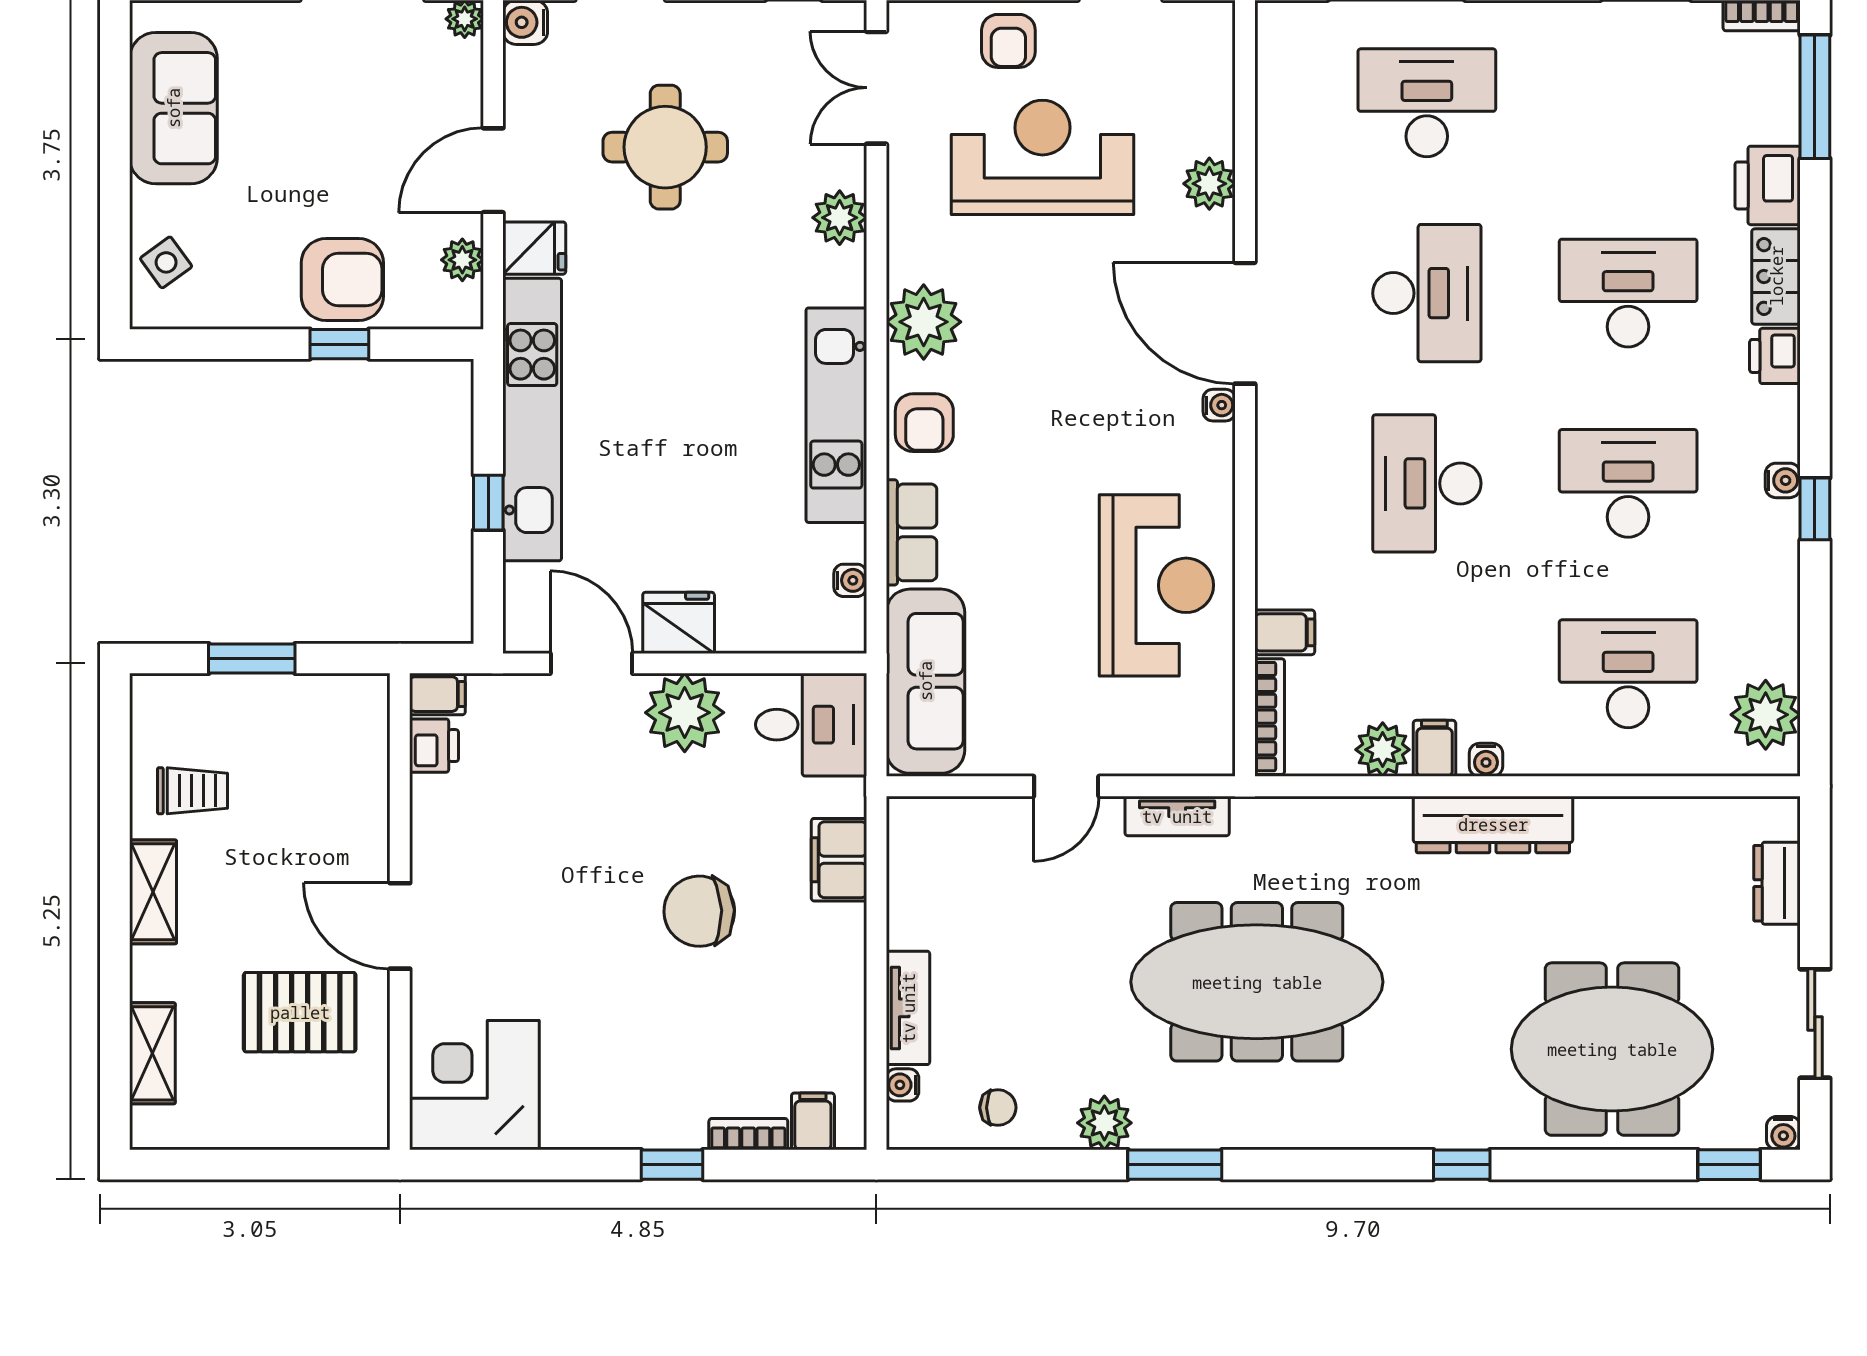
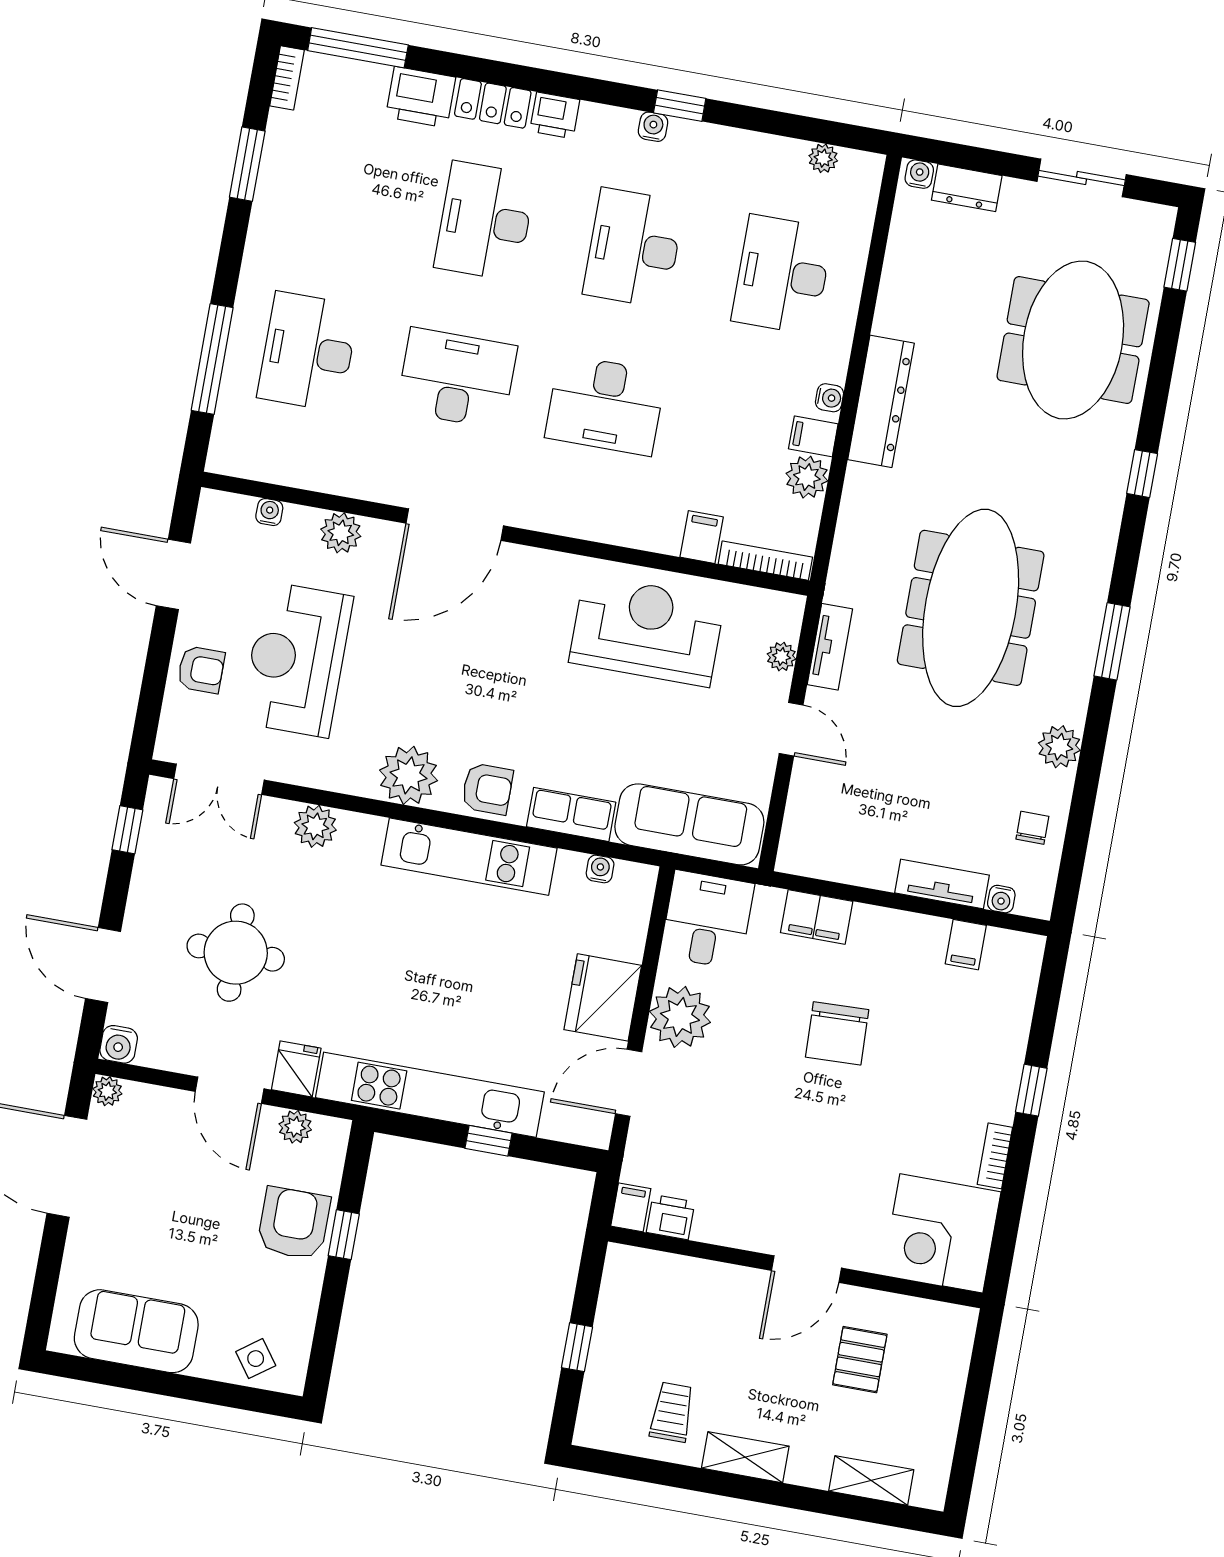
water cooler: (1219, 405) -> (269, 512), moved
fridge: (679, 623) -> (603, 997), width x1.36, depth x1.34
window: (252, 659) -> (577, 1347), width x0.67
plant: (1766, 715) -> (823, 158), width x0.53, depth x0.53
plant: (1154, 758) -> (781, 657), added
pallet: (300, 1012) -> (860, 1360), width x0.67, depth x0.71
filing cabinet: (813, 1121) -> (966, 945), moved, turned -90
water cooler: (1783, 1133) -> (919, 174), moved, turned -90
bookcase: (748, 1134) -> (995, 1156), moved
window: (1175, 1165) -> (1112, 641), moved

